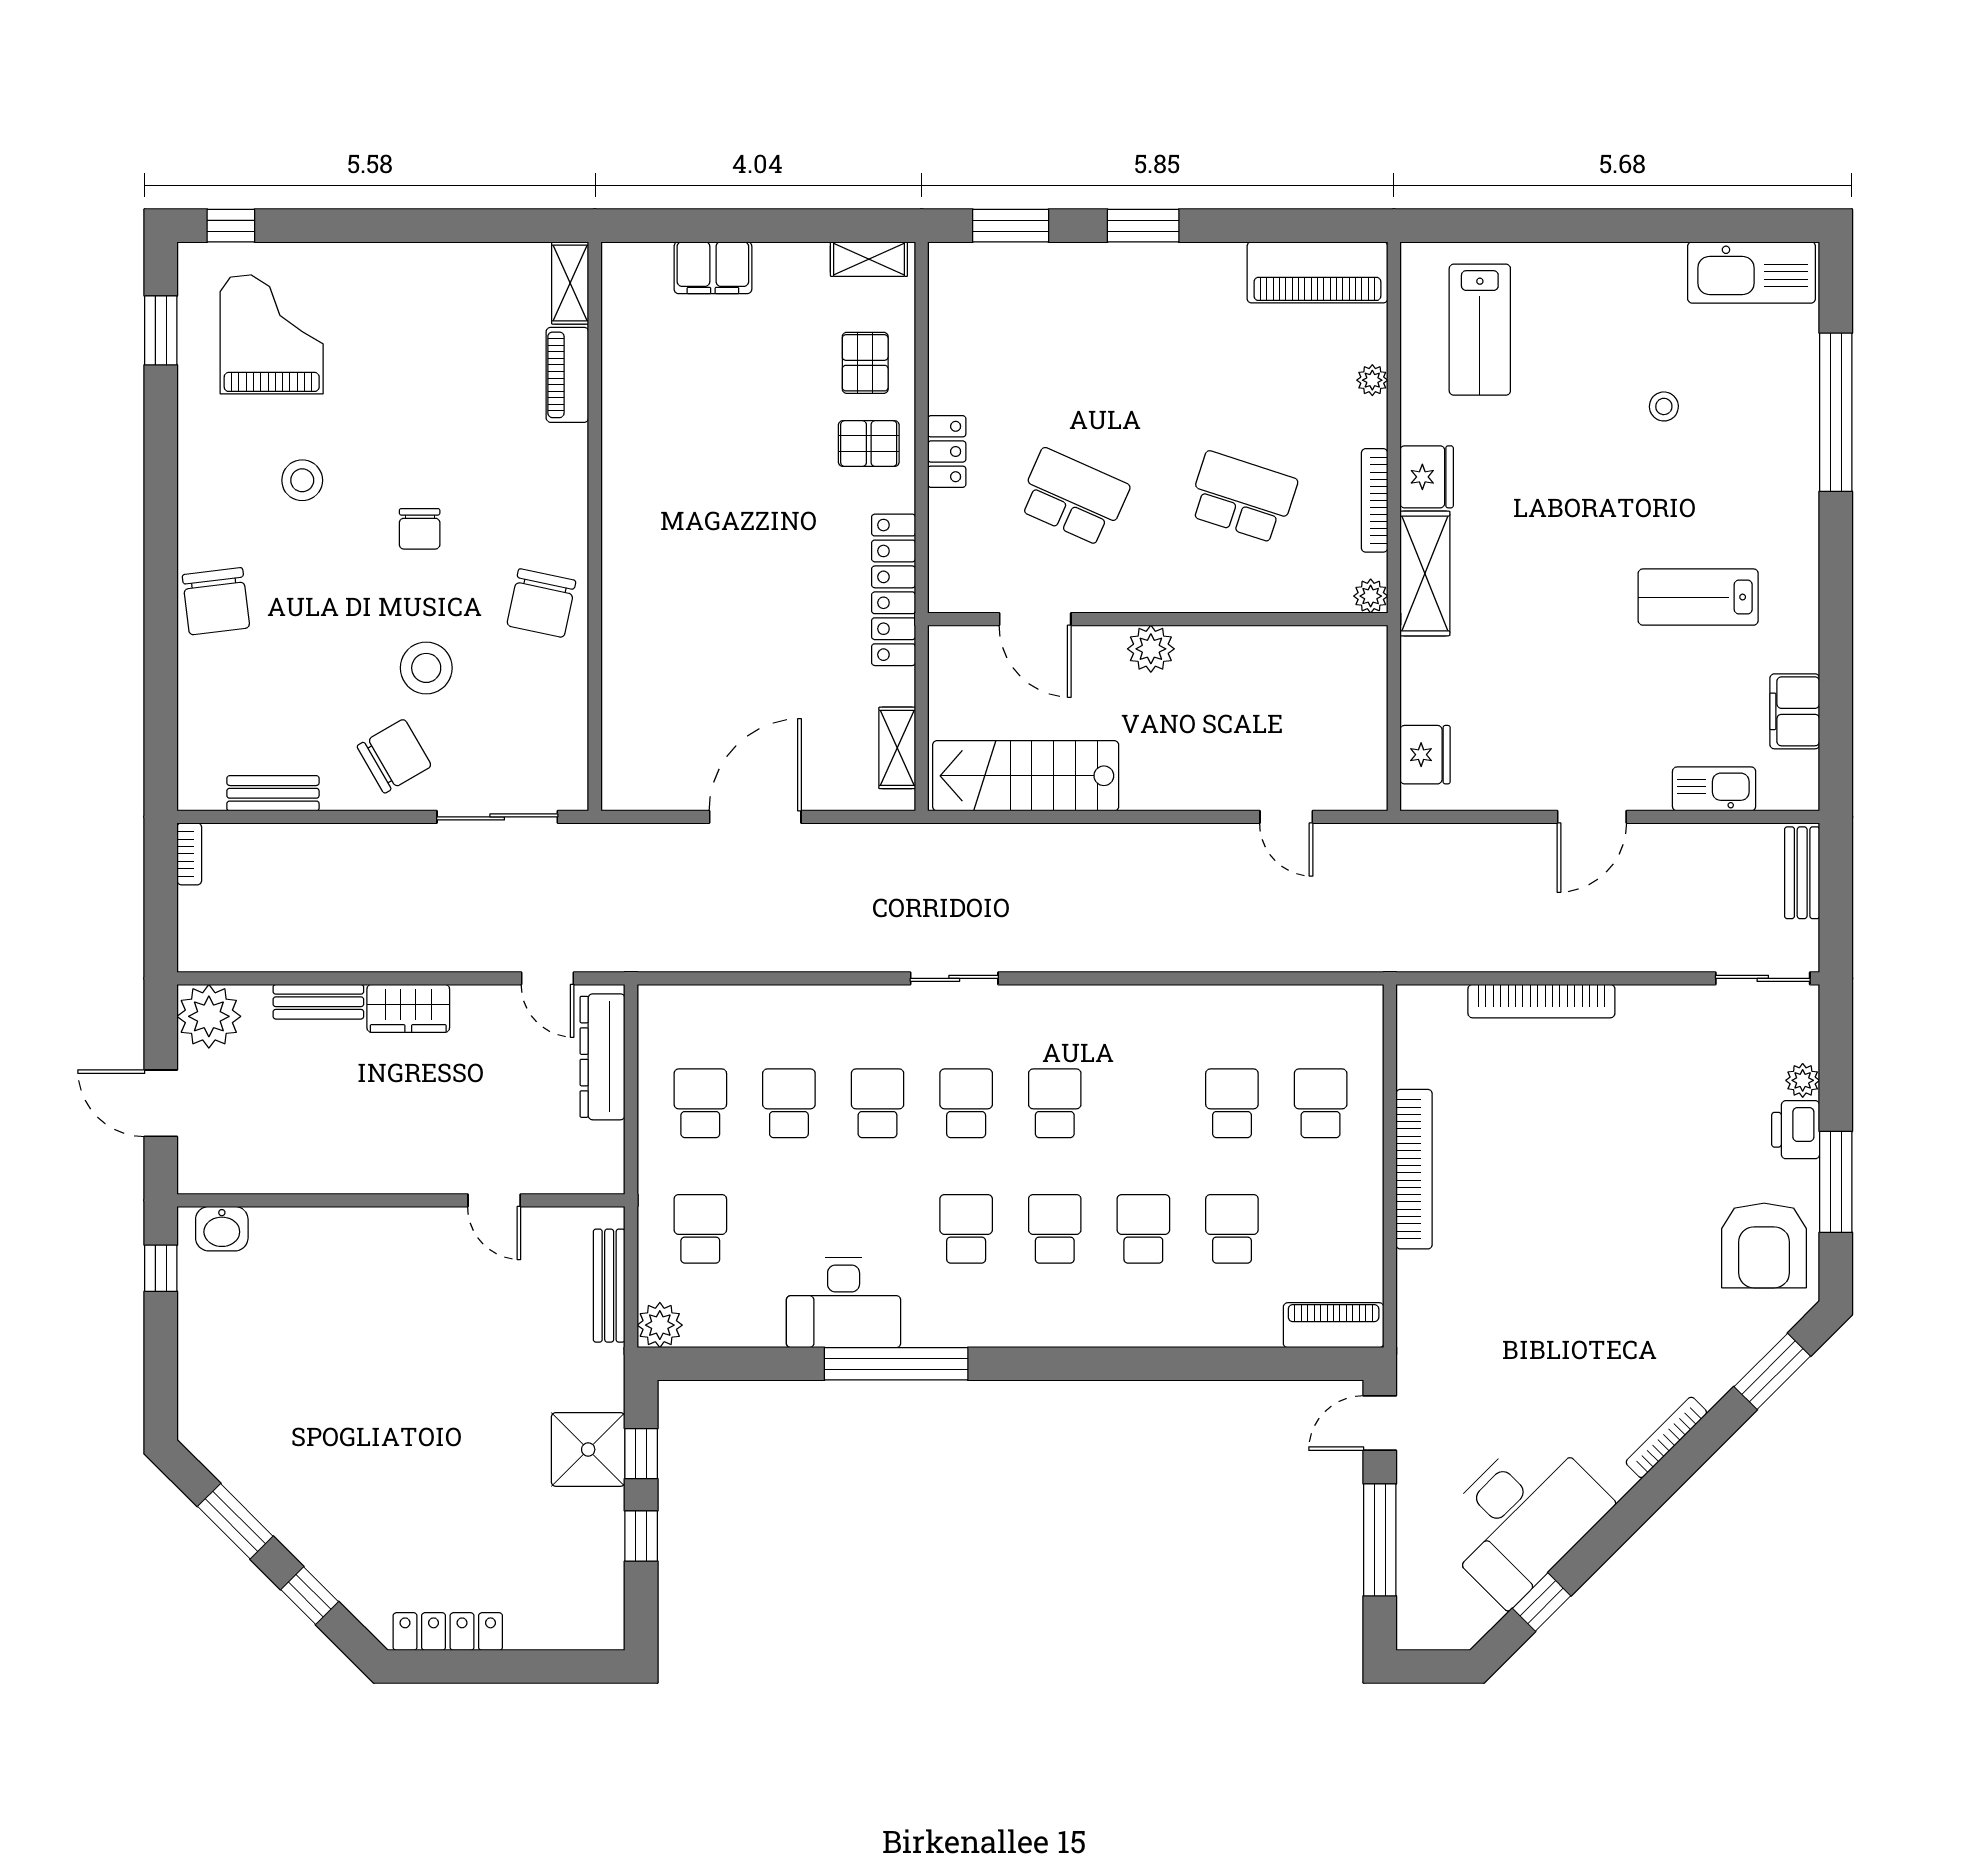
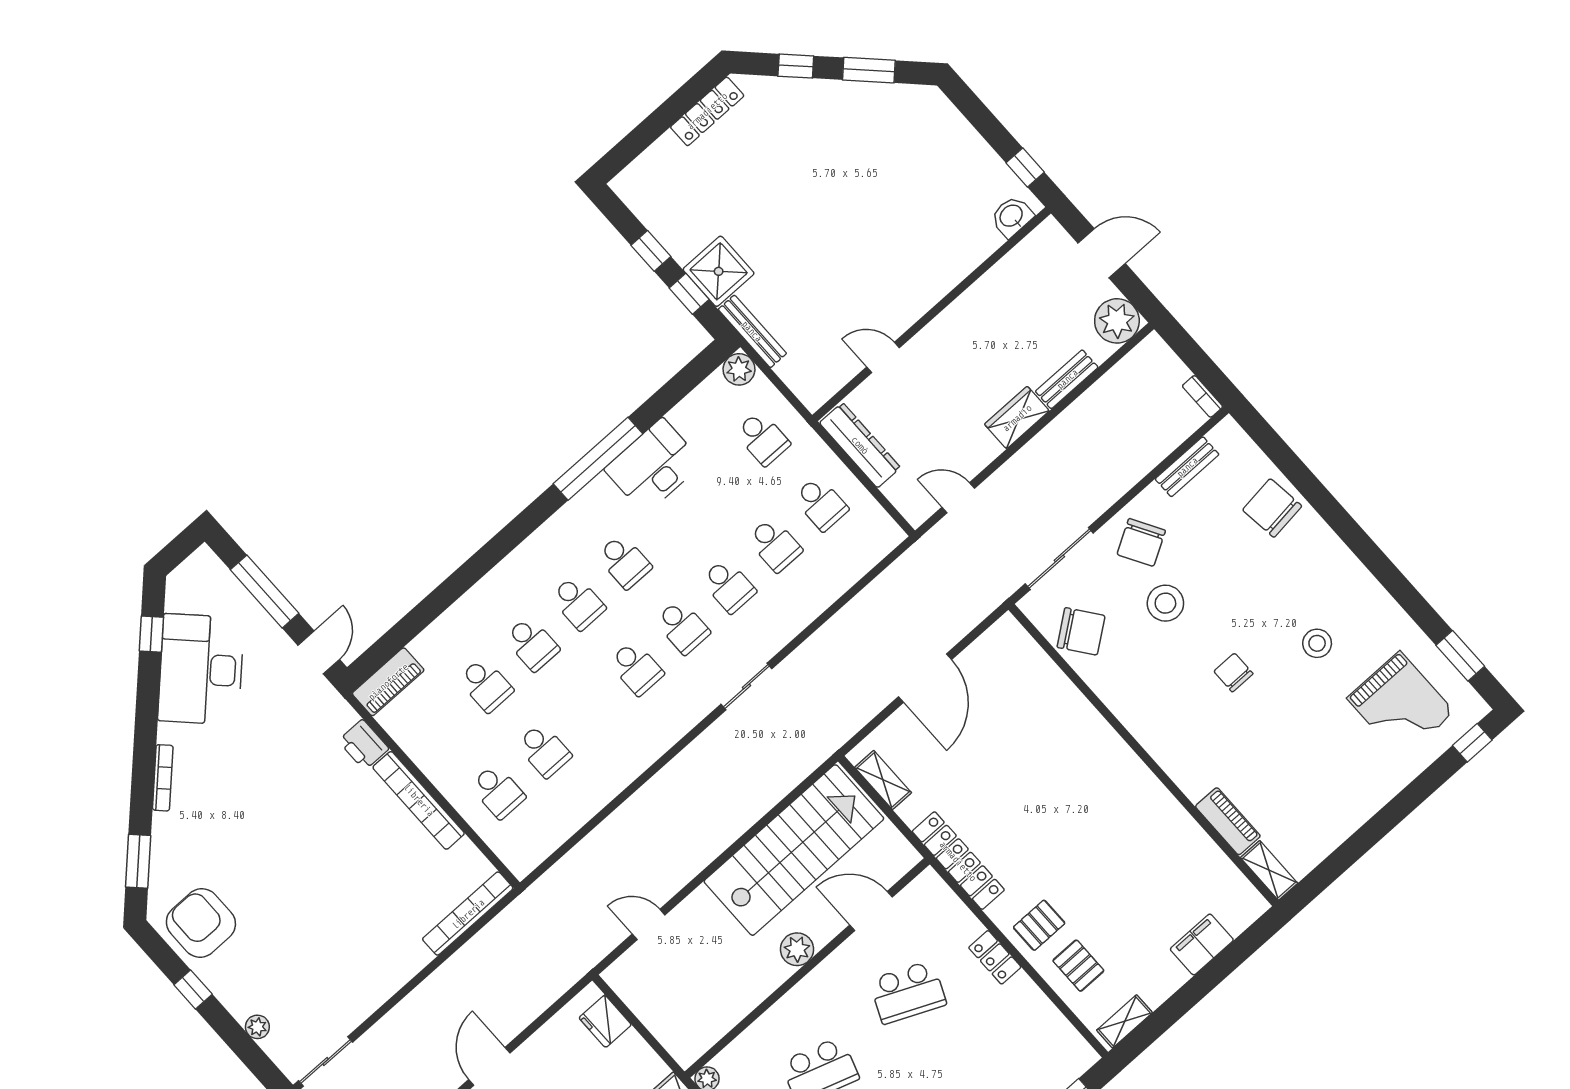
chair: (216, 601) -> (1272, 508), moved
chair: (541, 603) -> (1081, 631), moved, turned 131
stairs: (1026, 776) -> (794, 850), width x1.36, depth x1.51
bookcase: (1541, 1001) -> (468, 914), moved
dresser: (603, 1057) -> (860, 445), moved
printer: (1796, 1130) -> (364, 745), moved, turned 180
window: (1836, 1182) -> (193, 989), width x0.46
bench: (609, 1286) -> (752, 331), moved

